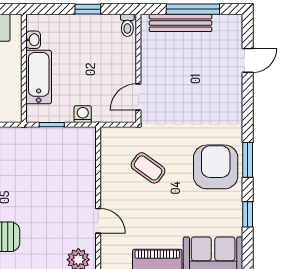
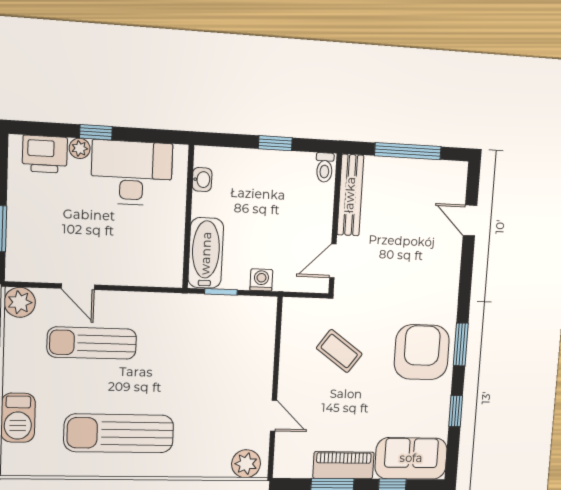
bench: (181, 23) -> (350, 195), moved, turned 90
door: (248, 60) -> (470, 220), swing flipped
bathtub: (39, 77) -> (206, 253), moved

